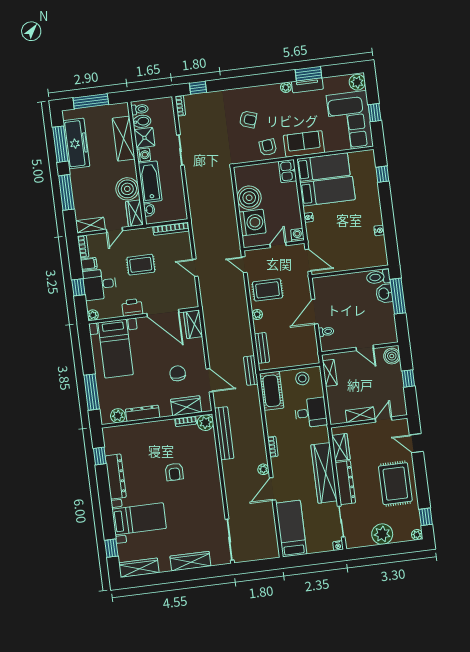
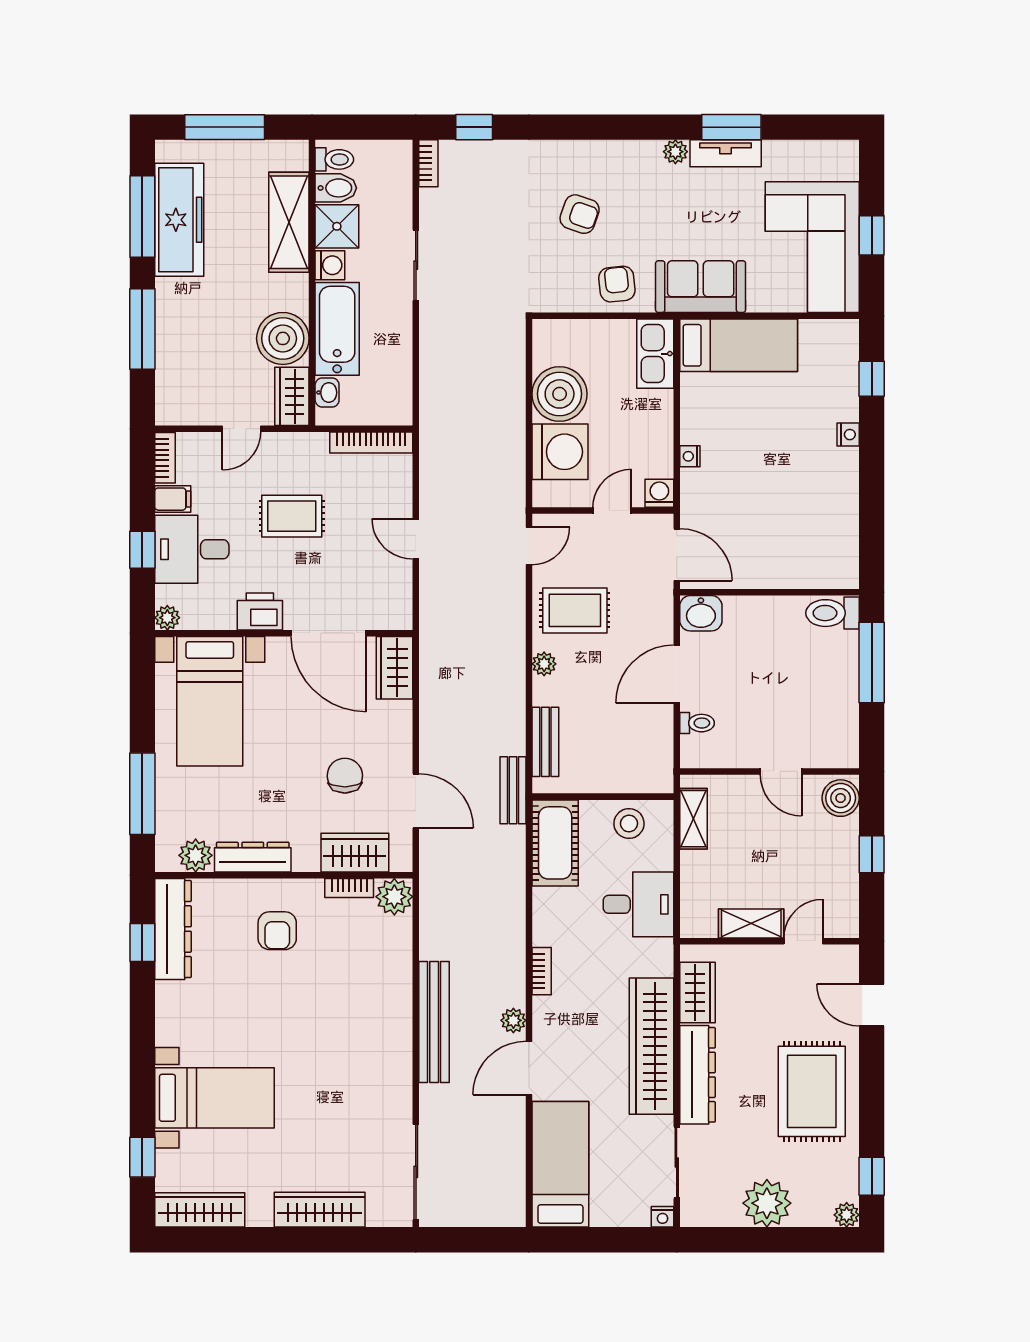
plant: (357, 82) -> (841, 161), removed
kitchen sink: (288, 171) -> (655, 354), width x1.38
bed: (327, 191) -> (741, 402), removed
shelving: (90, 225) -> (188, 411), removed
nightstand: (379, 230) -> (848, 435), moved
door: (244, 265) -> (529, 546), swing flipped
washbasin: (384, 294) -> (701, 613), moved, turned -90
bench: (224, 433) -> (434, 1022), moved
armchair: (174, 472) -> (277, 931), moved
dresser: (116, 477) -> (173, 929), moved

